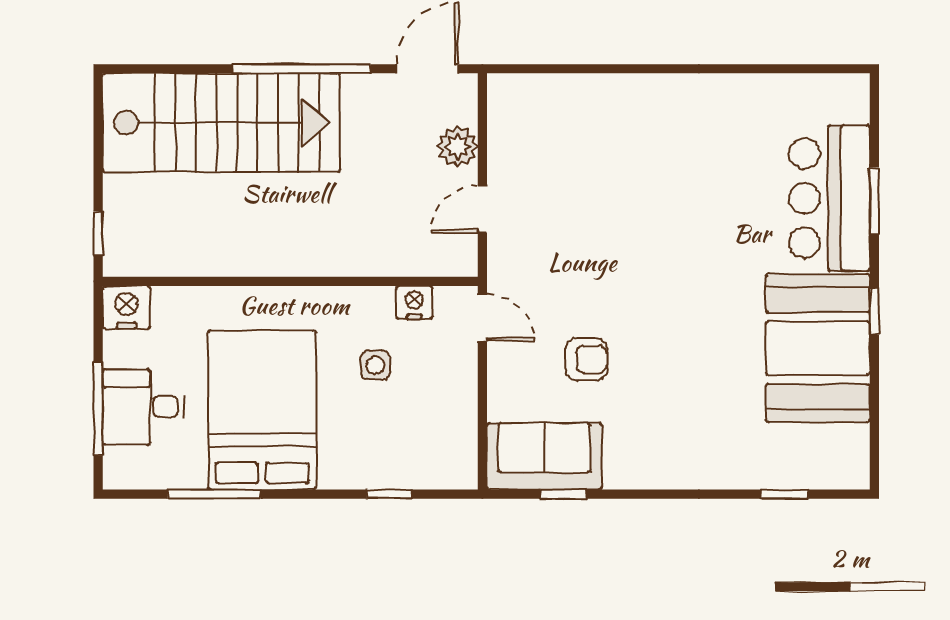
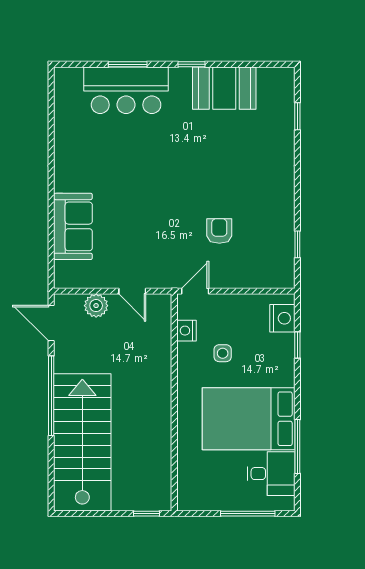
nightstand: (126, 307) -> (282, 318), moved, turned 180
booth: (818, 348) -> (224, 88), width x0.73, depth x0.70
desk: (143, 407) -> (271, 474), moved, turned -90
sofa: (544, 456) -> (73, 226), moved, turned 180

